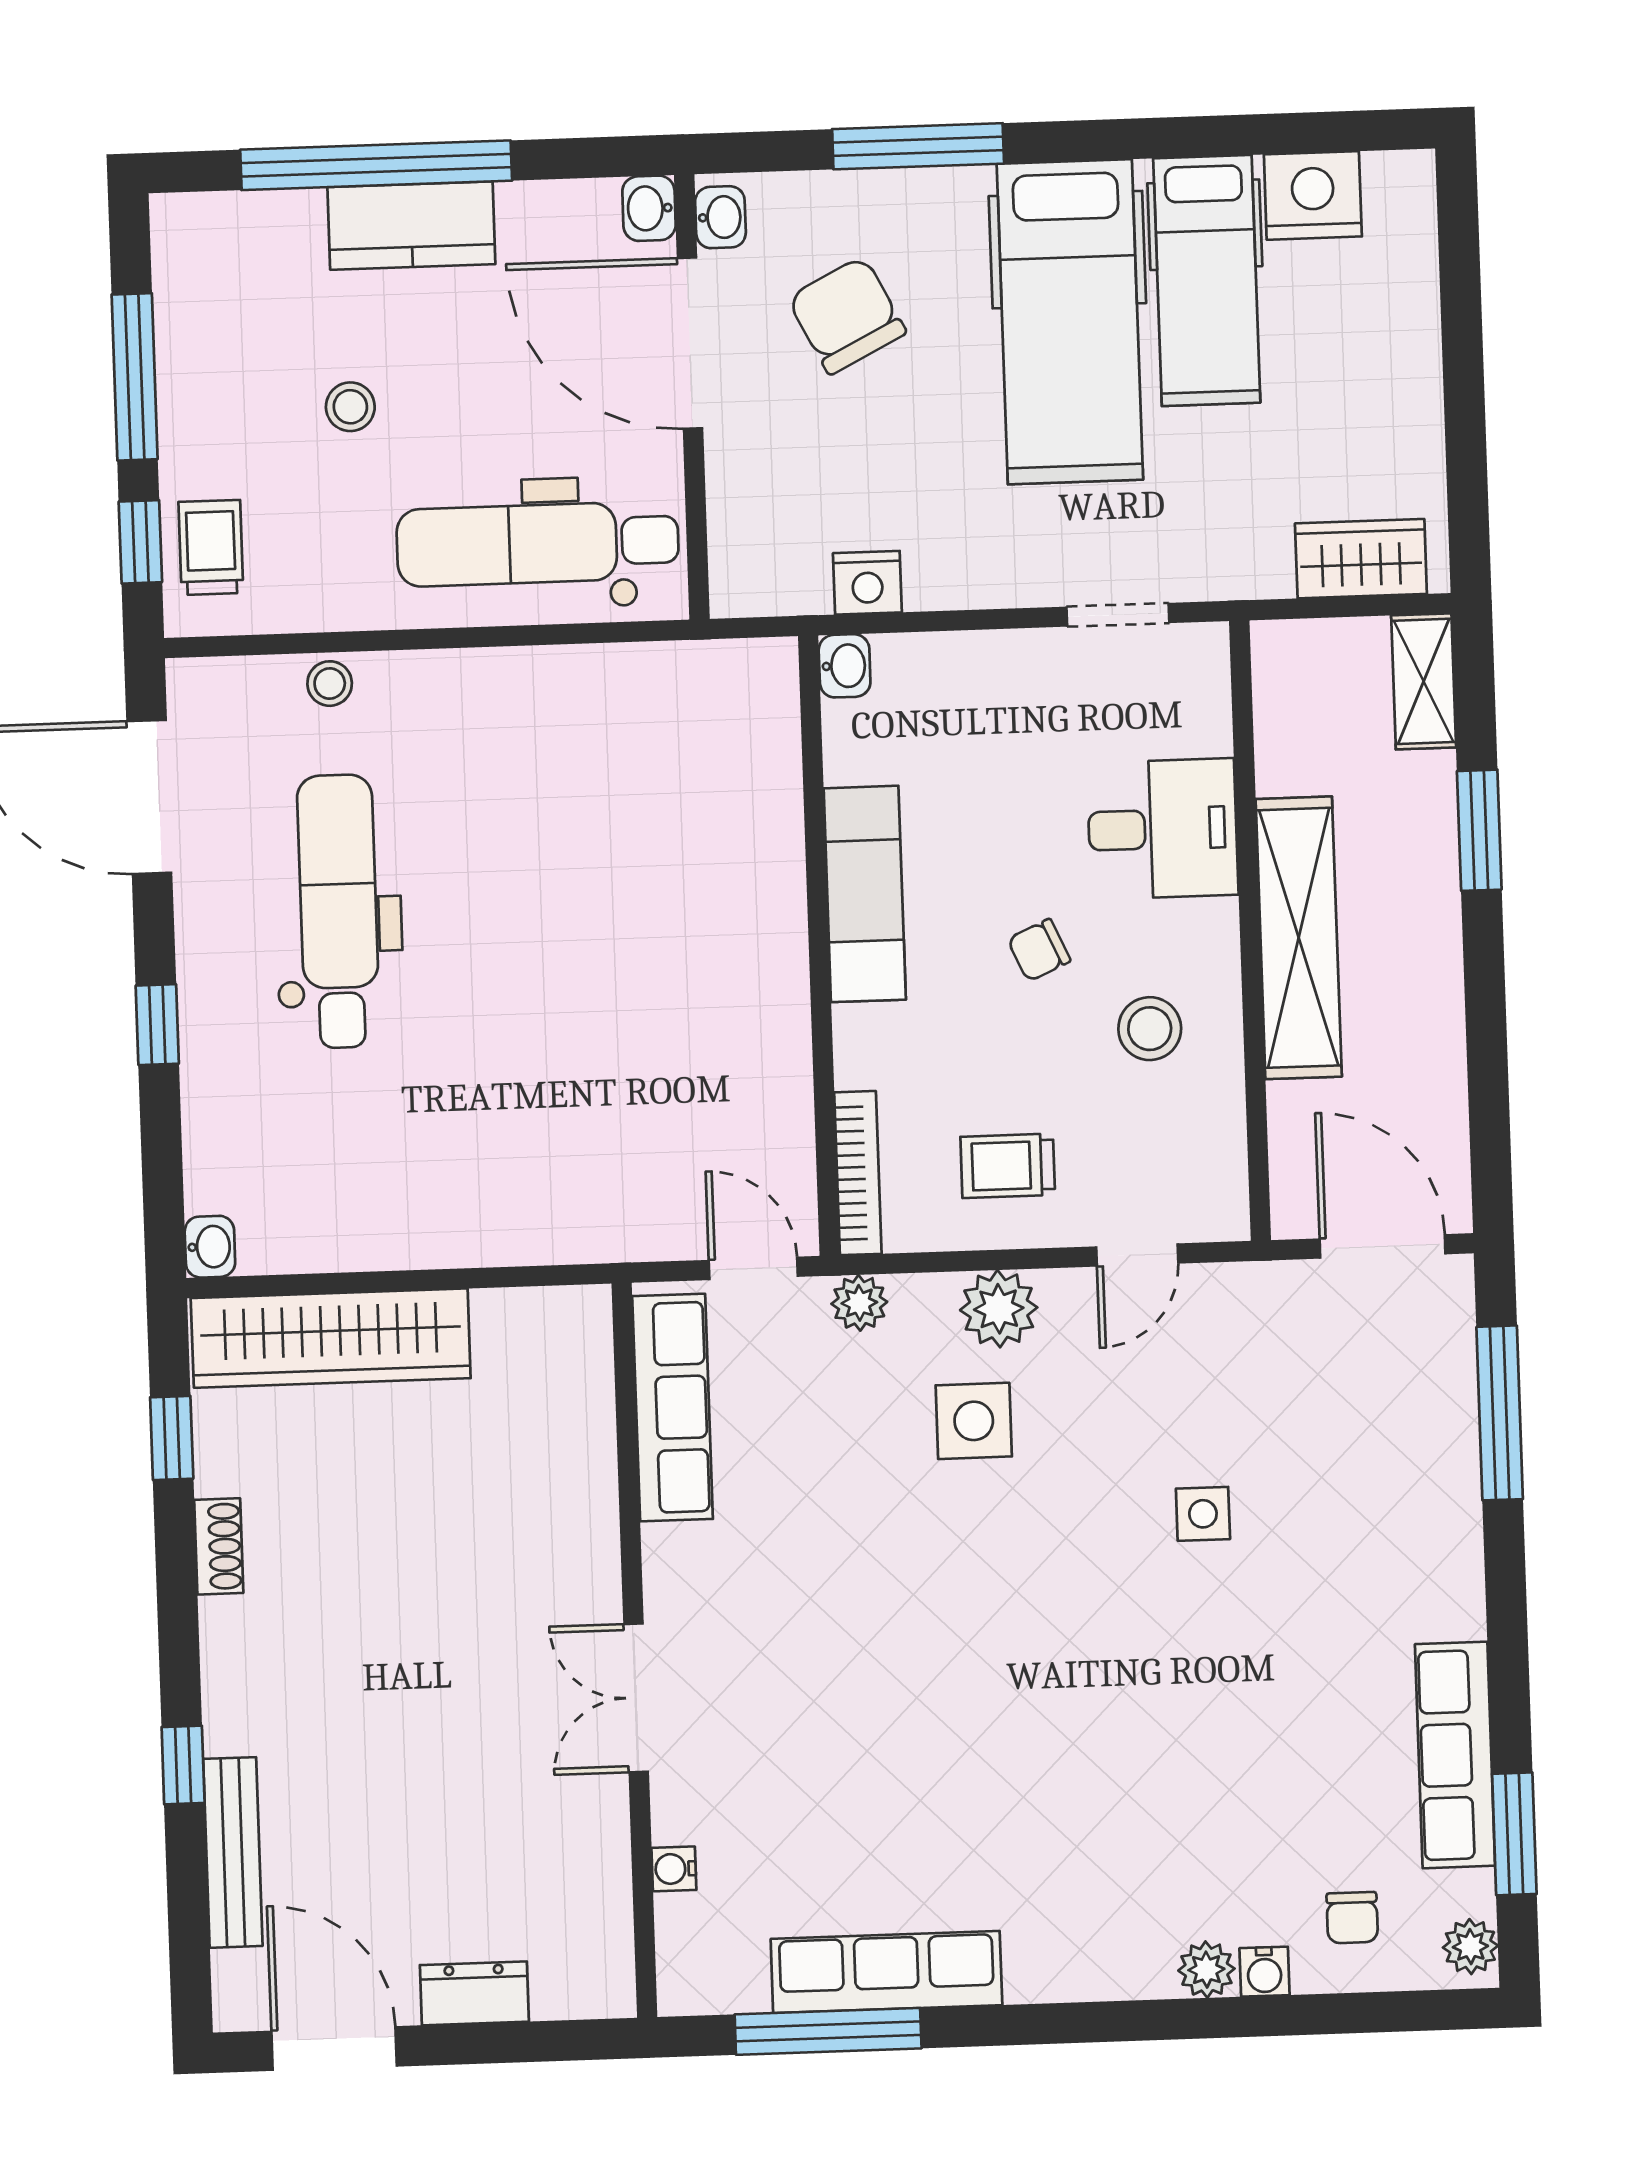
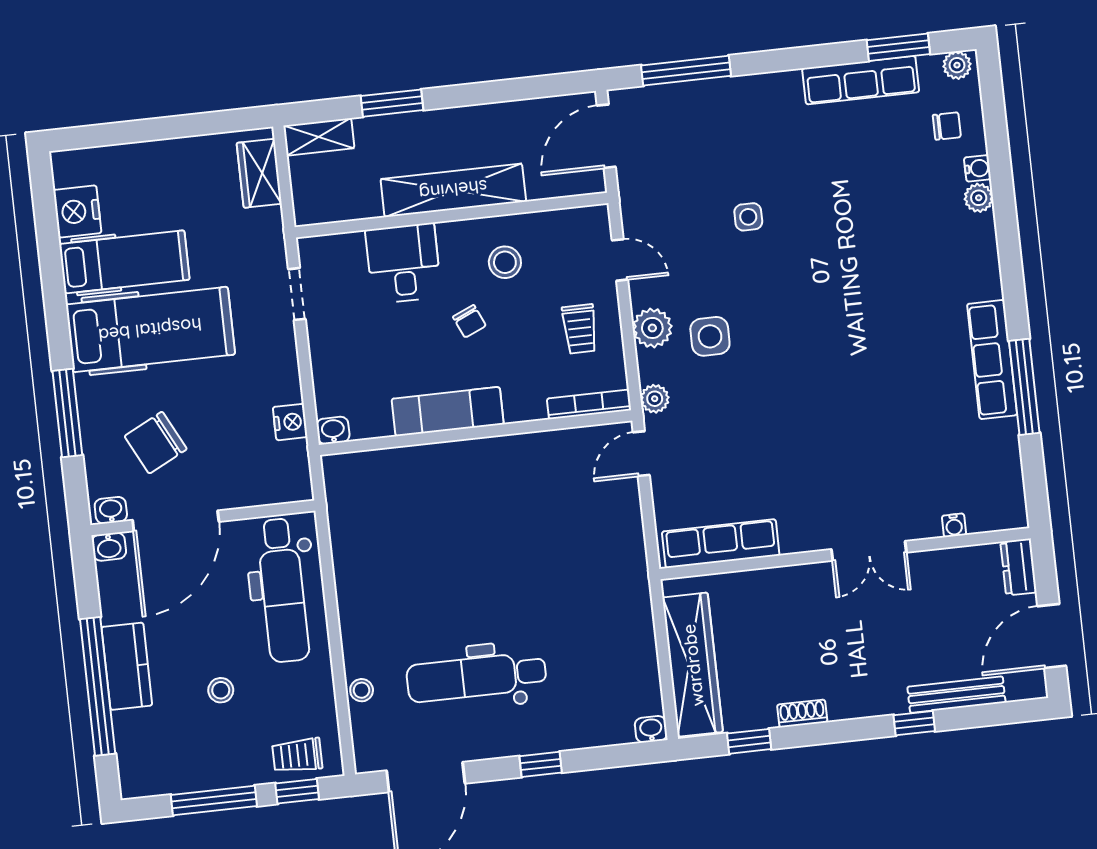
row of seats: (673, 1408) -> (721, 544), moved
wall: (634, 1650) -> (845, 554), moved
double door: (636, 1698) -> (869, 551), moved
water cooler: (674, 1869) -> (954, 525), moved

